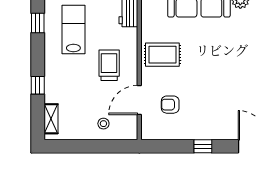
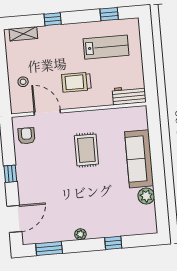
rug: (162, 55) -> (86, 150), moved
trolley: (109, 65) -> (76, 82), turned 180
armchair: (170, 105) -> (27, 136), moved

